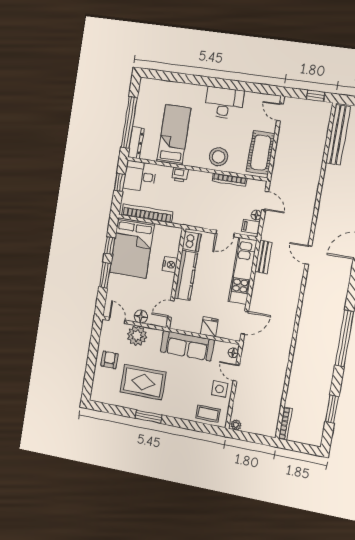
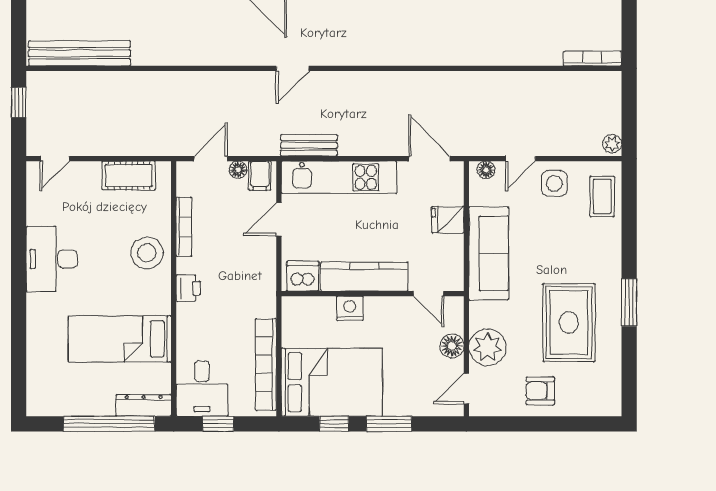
cot: (261, 153) -> (129, 176), width x0.73, depth x0.75
printer: (180, 175) -> (188, 288), moved
door: (225, 233) -> (279, 219), swing flipped

